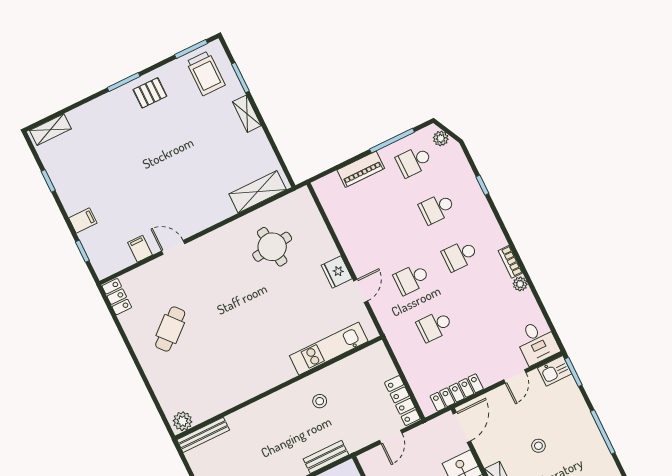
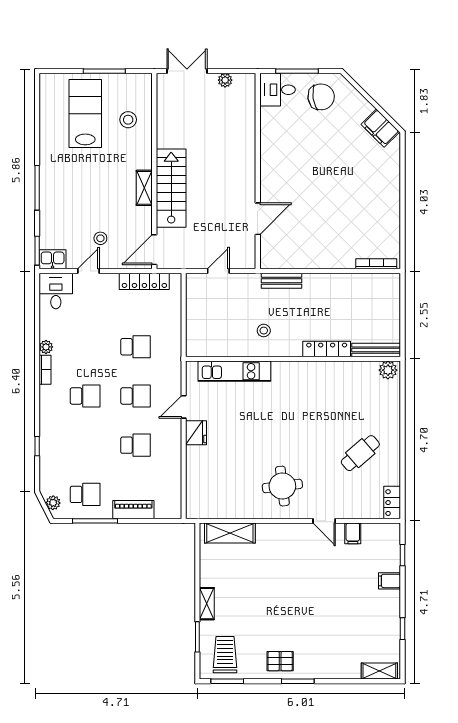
school desk: (437, 208) -> (136, 445), moved
round table: (272, 247) -> (282, 486), moved
locker: (402, 401) -> (327, 349), moved, turned -90
stool: (538, 446) -> (100, 238), moved

